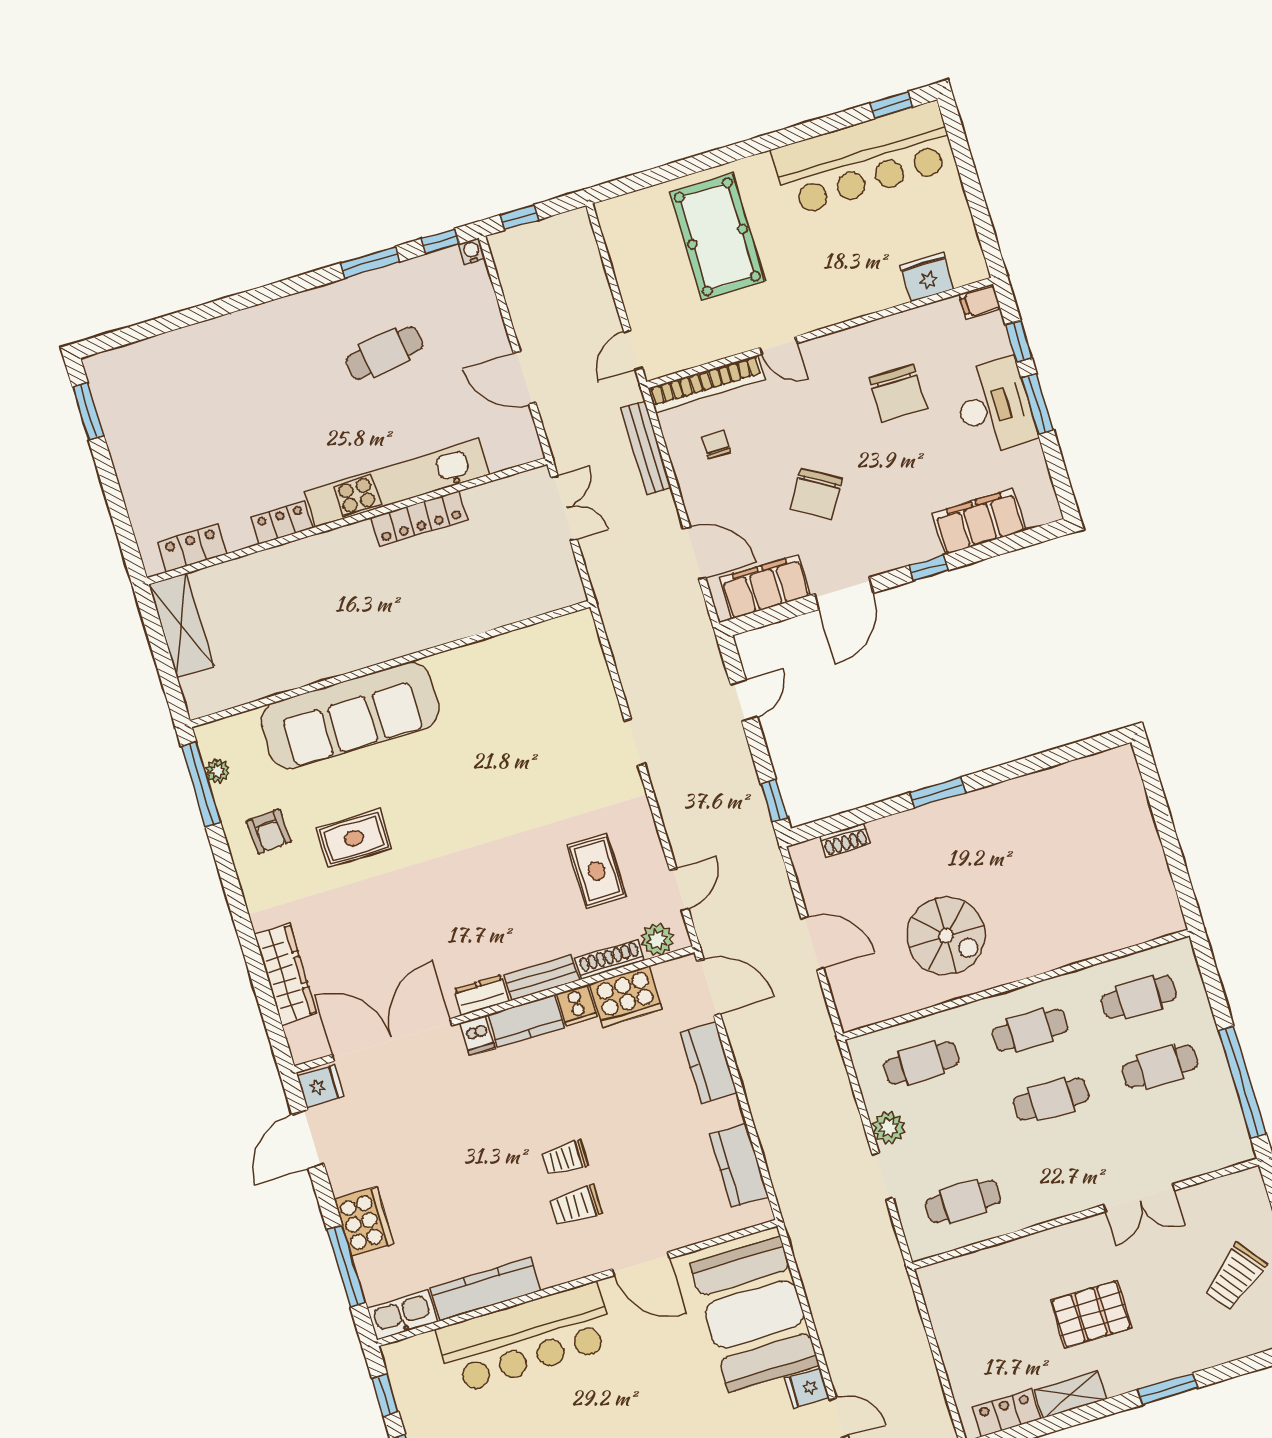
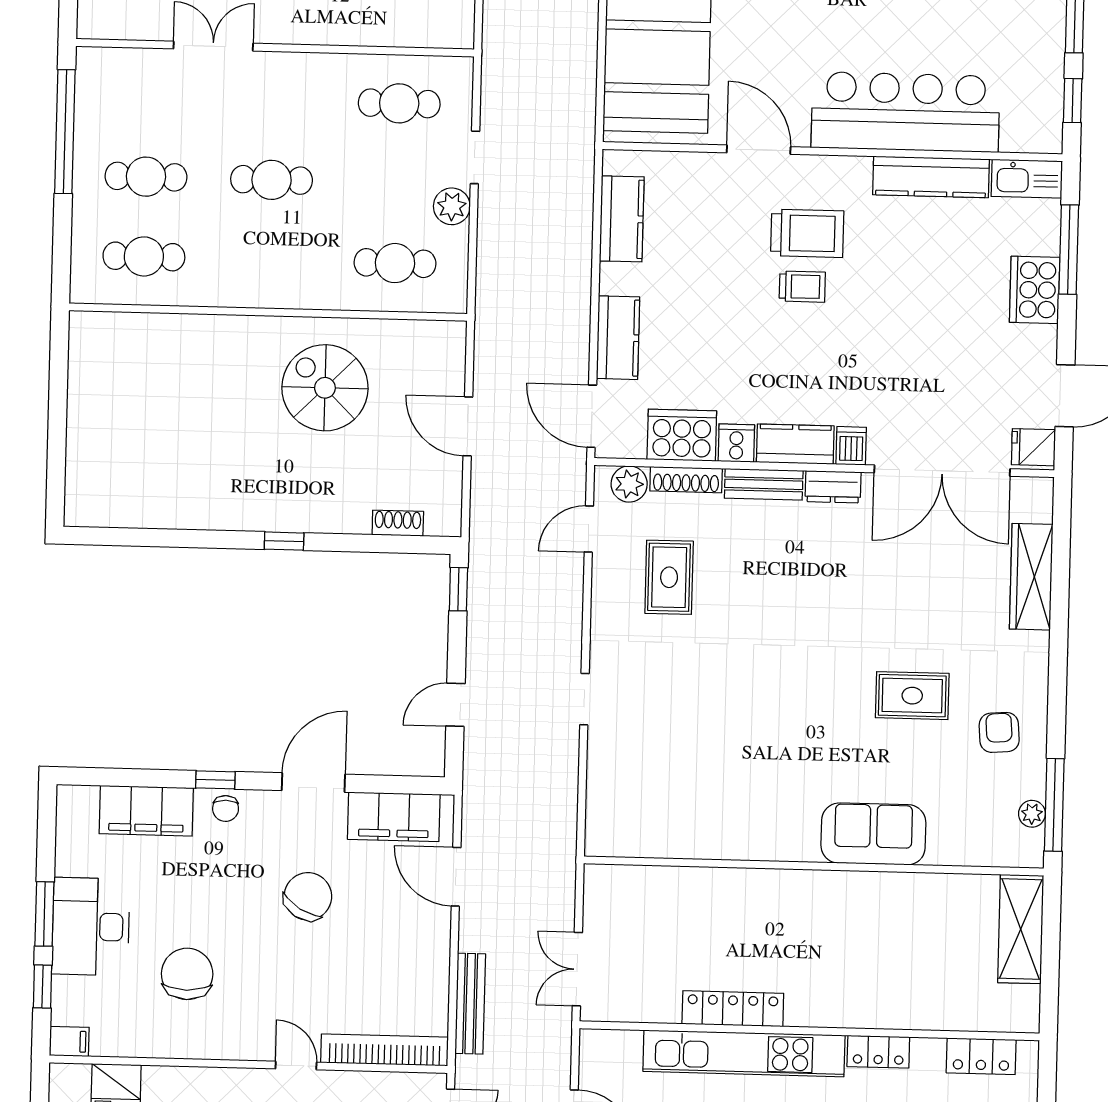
chair: (716, 444) -> (226, 809), moved
shelving: (181, 625) -> (1021, 929), moved
sofa: (350, 715) -> (873, 834), width x0.54, depth x0.79
window: (938, 793) -> (284, 541), width x0.67
cafe table: (1030, 1030) -> (269, 260), removed
trolley: (576, 1206) -> (807, 233), width x1.36, depth x1.39

